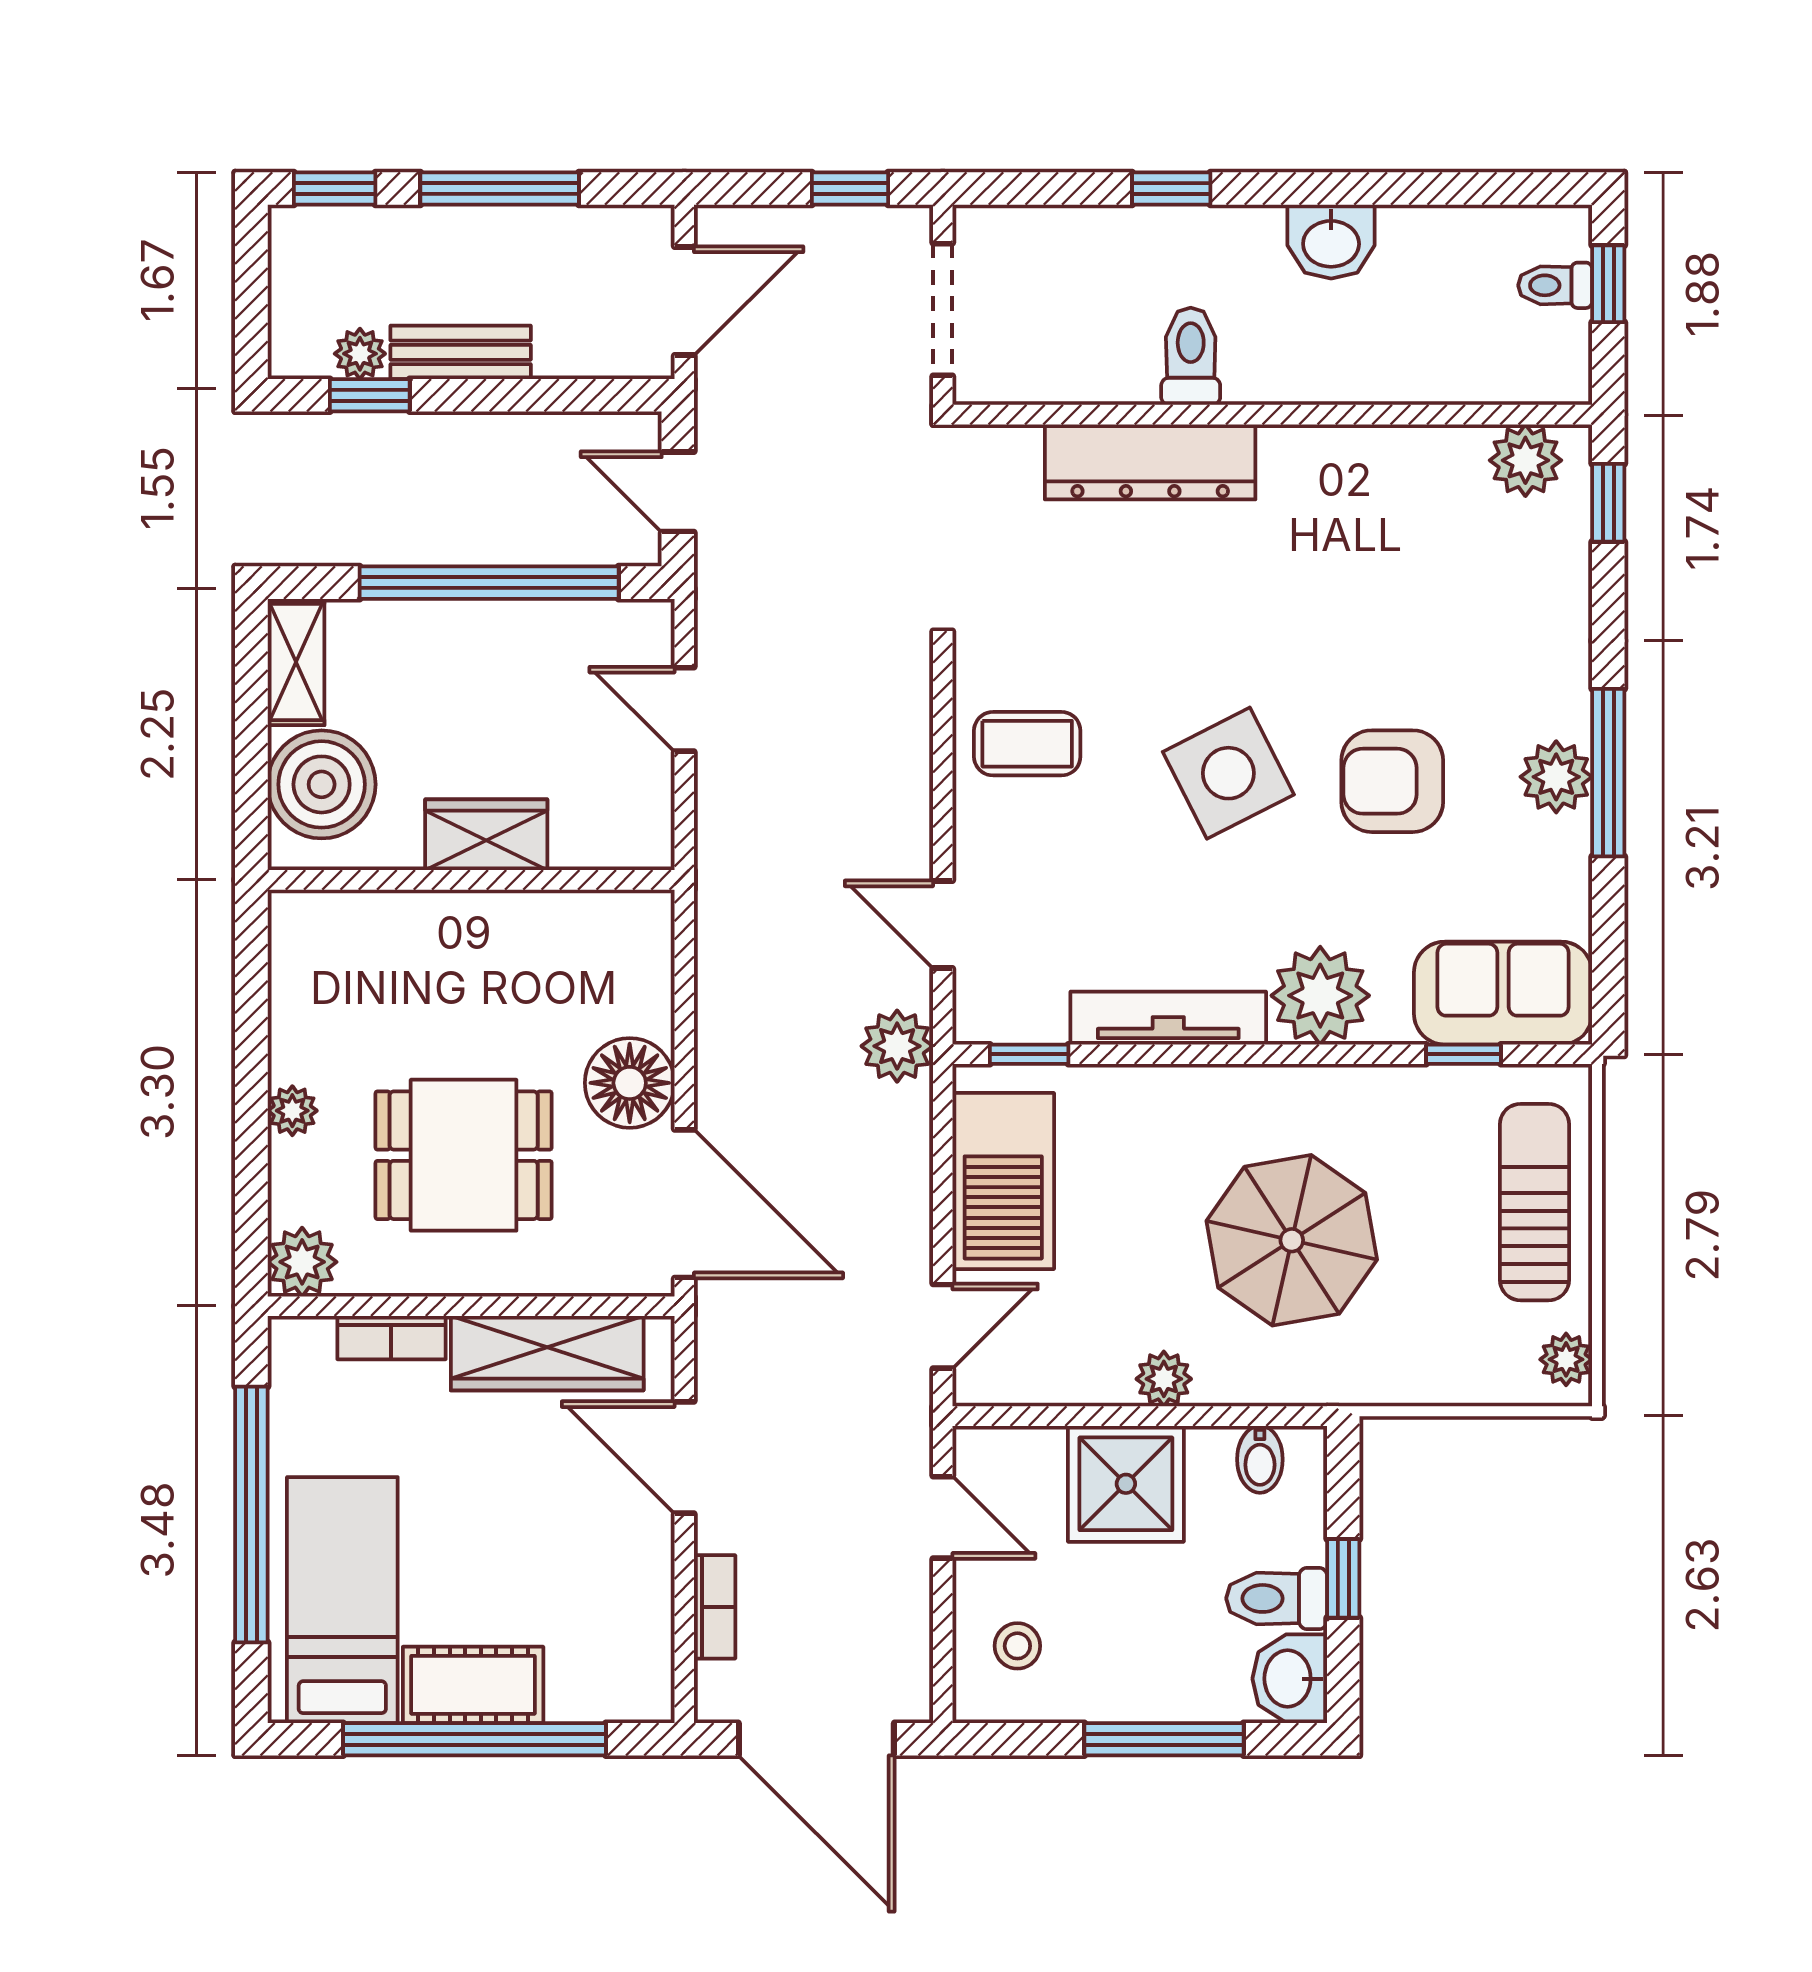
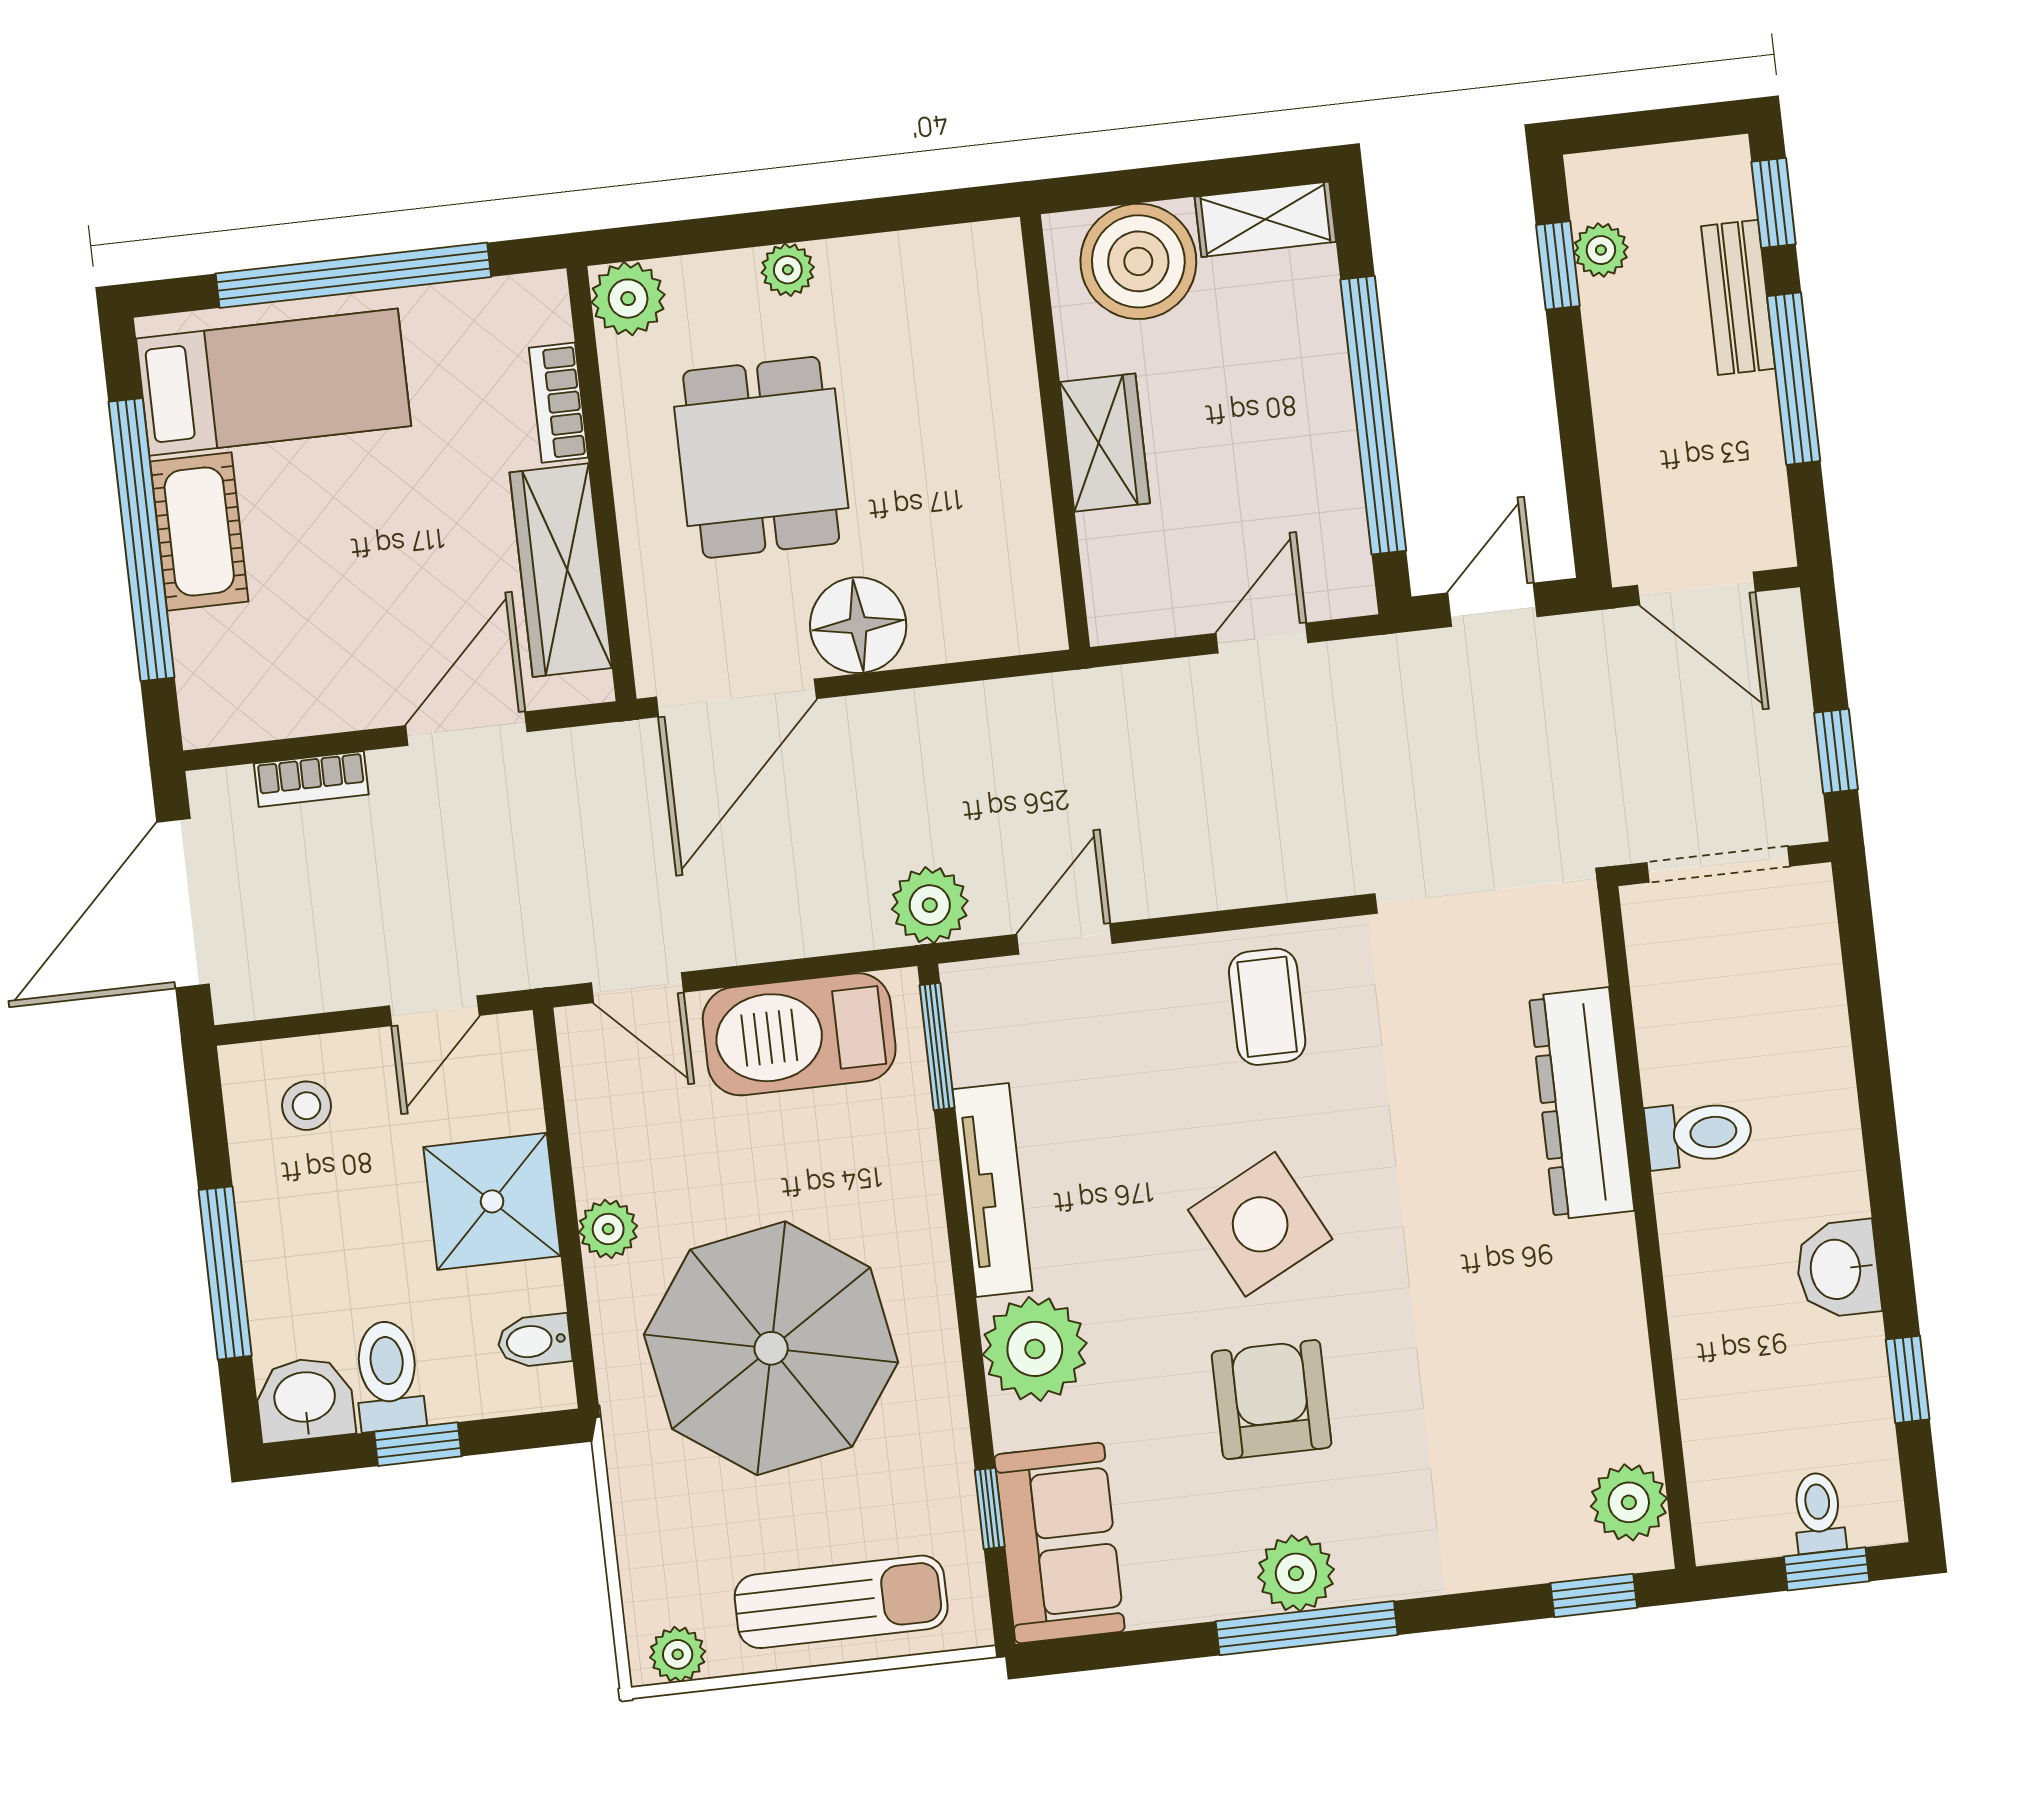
window: (1171, 188) -> (1908, 1379), moved
bench: (461, 352) -> (1738, 297), moved
window: (1029, 1054) -> (937, 1047), width x1.50
parasol: (1292, 1240) -> (771, 1348), width x1.36, depth x1.36

